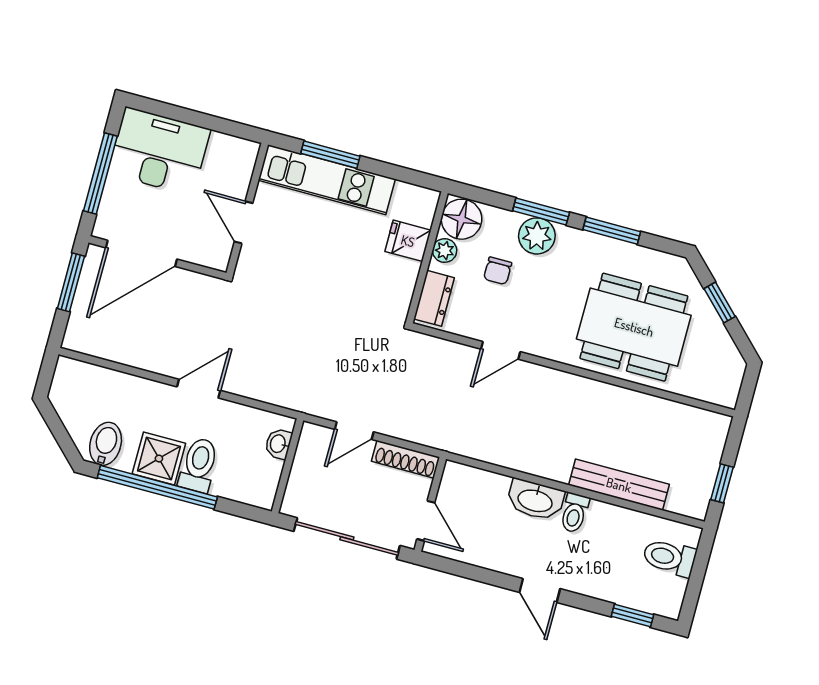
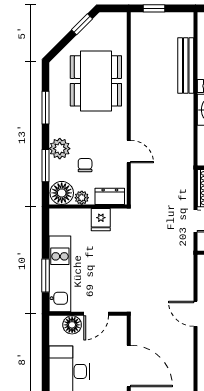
floor lamp: (236, 177) -> (72, 325), added
window: (541, 212) -> (46, 166), moved
fridge: (408, 241) -> (101, 220), moved
chair: (498, 271) -> (85, 165), turned -90
window: (720, 303) -> (82, 24), moved
window: (722, 483) -> (154, 8), moved

